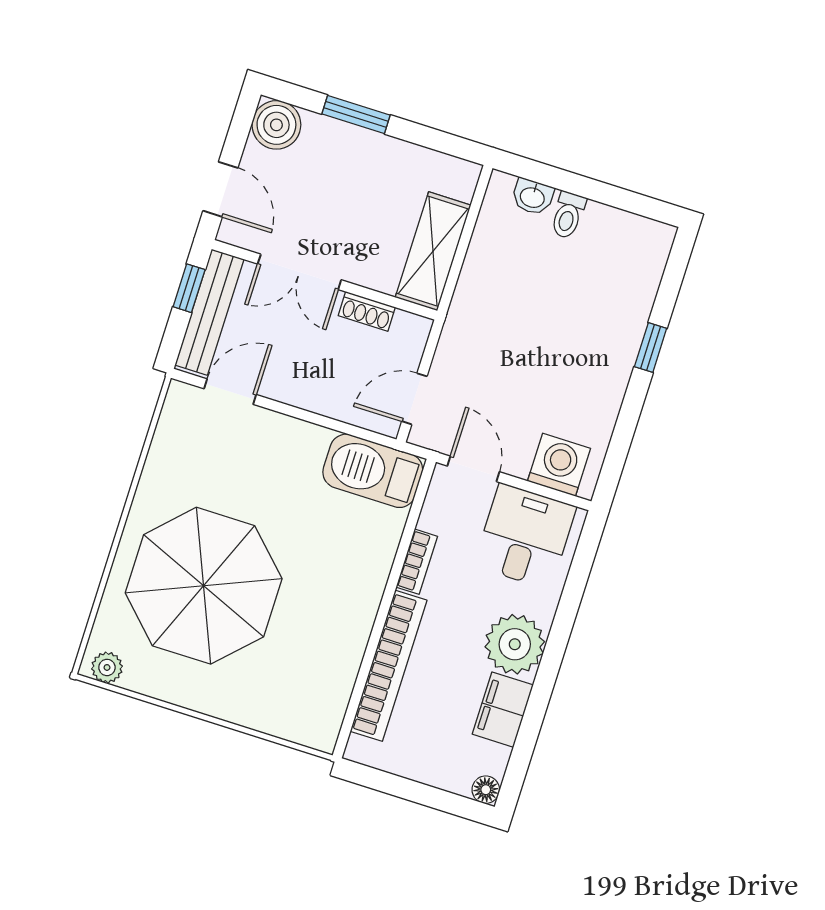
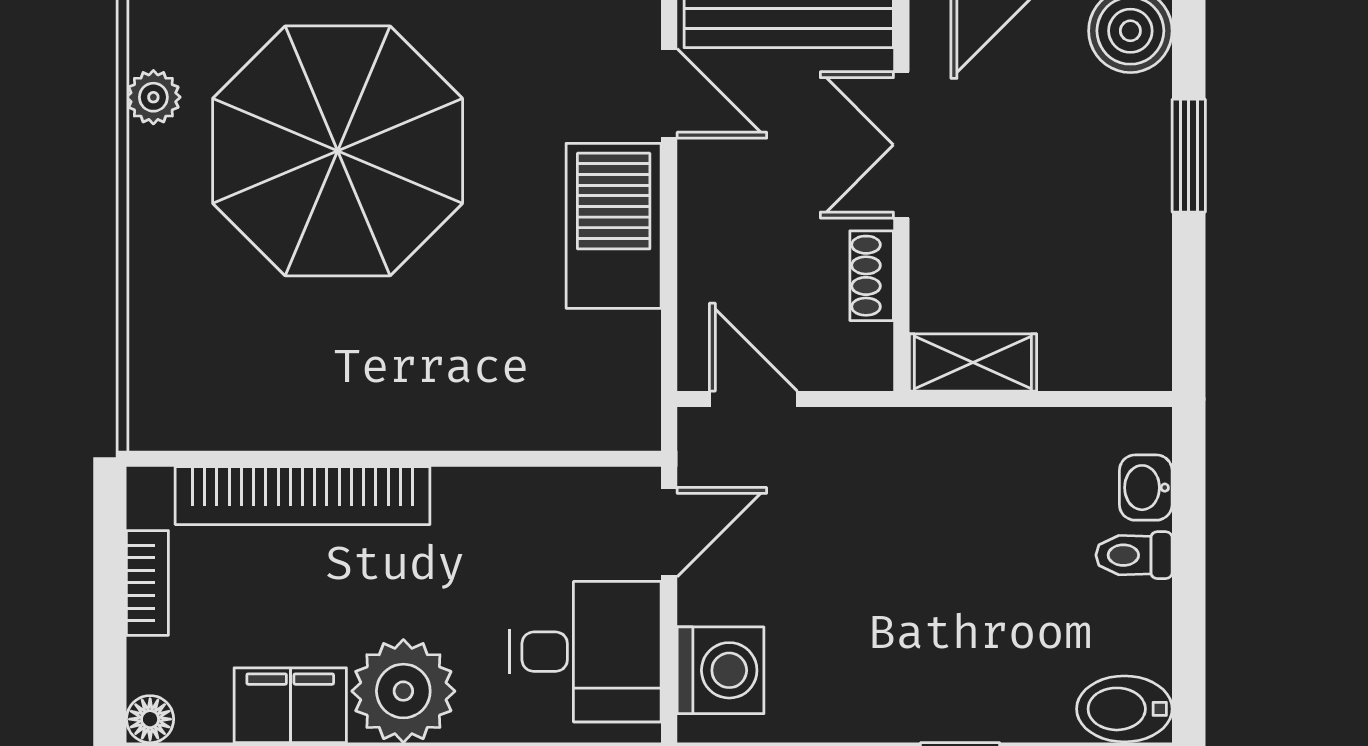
bidet: (651, 248) -> (1124, 709), added
shelving: (433, 251) -> (973, 362), width x0.67, depth x0.75
barbecue: (373, 471) -> (614, 226), moved
bookcase: (417, 562) -> (147, 583), moved, turned -90
plant: (107, 667) -> (153, 97), moved

